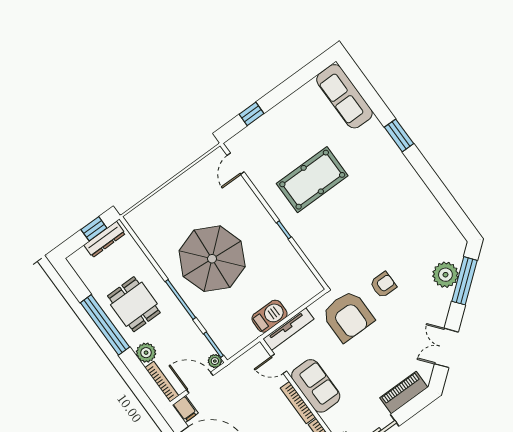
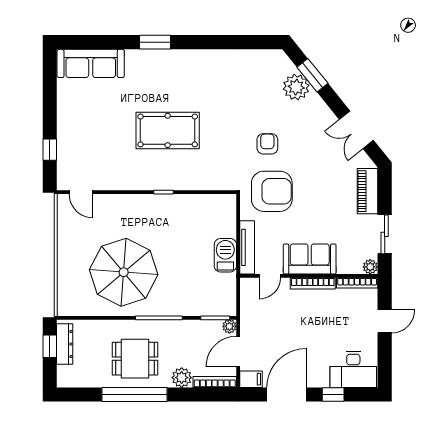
pool table: (312, 180) -> (168, 130), moved, turned 90
parasol: (212, 259) -> (124, 272), moved
window: (464, 281) -> (312, 75), width x0.69

